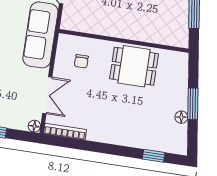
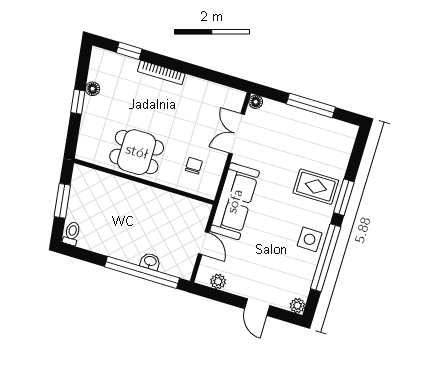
window: (193, 104) -> (78, 102), width x0.67
bookcase: (65, 132) -> (161, 73), moved

